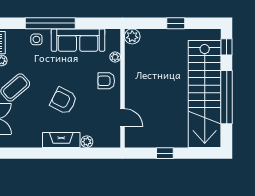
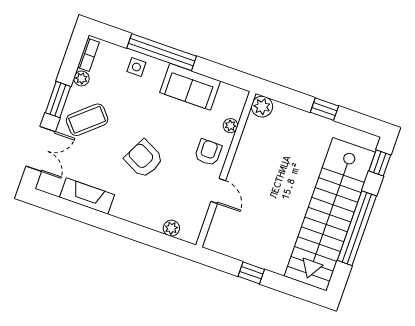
sofa: (78, 40) -> (190, 87), width x0.73
armchair: (106, 81) -> (208, 152), turned 90
door: (122, 118) -> (218, 191), moved
fireplace: (61, 140) -> (87, 196), moved
plant: (87, 142) -> (171, 228), moved

